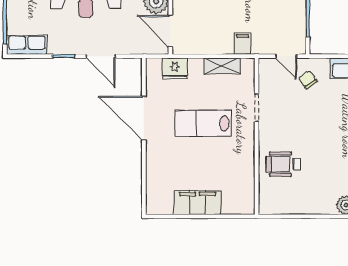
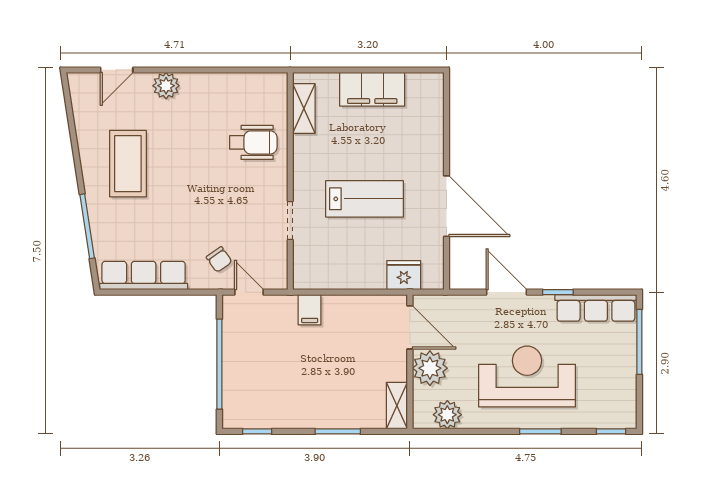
row of seats: (27, 45) -> (596, 308), width x1.48
shelving: (222, 66) -> (304, 108), moved, turned 90

